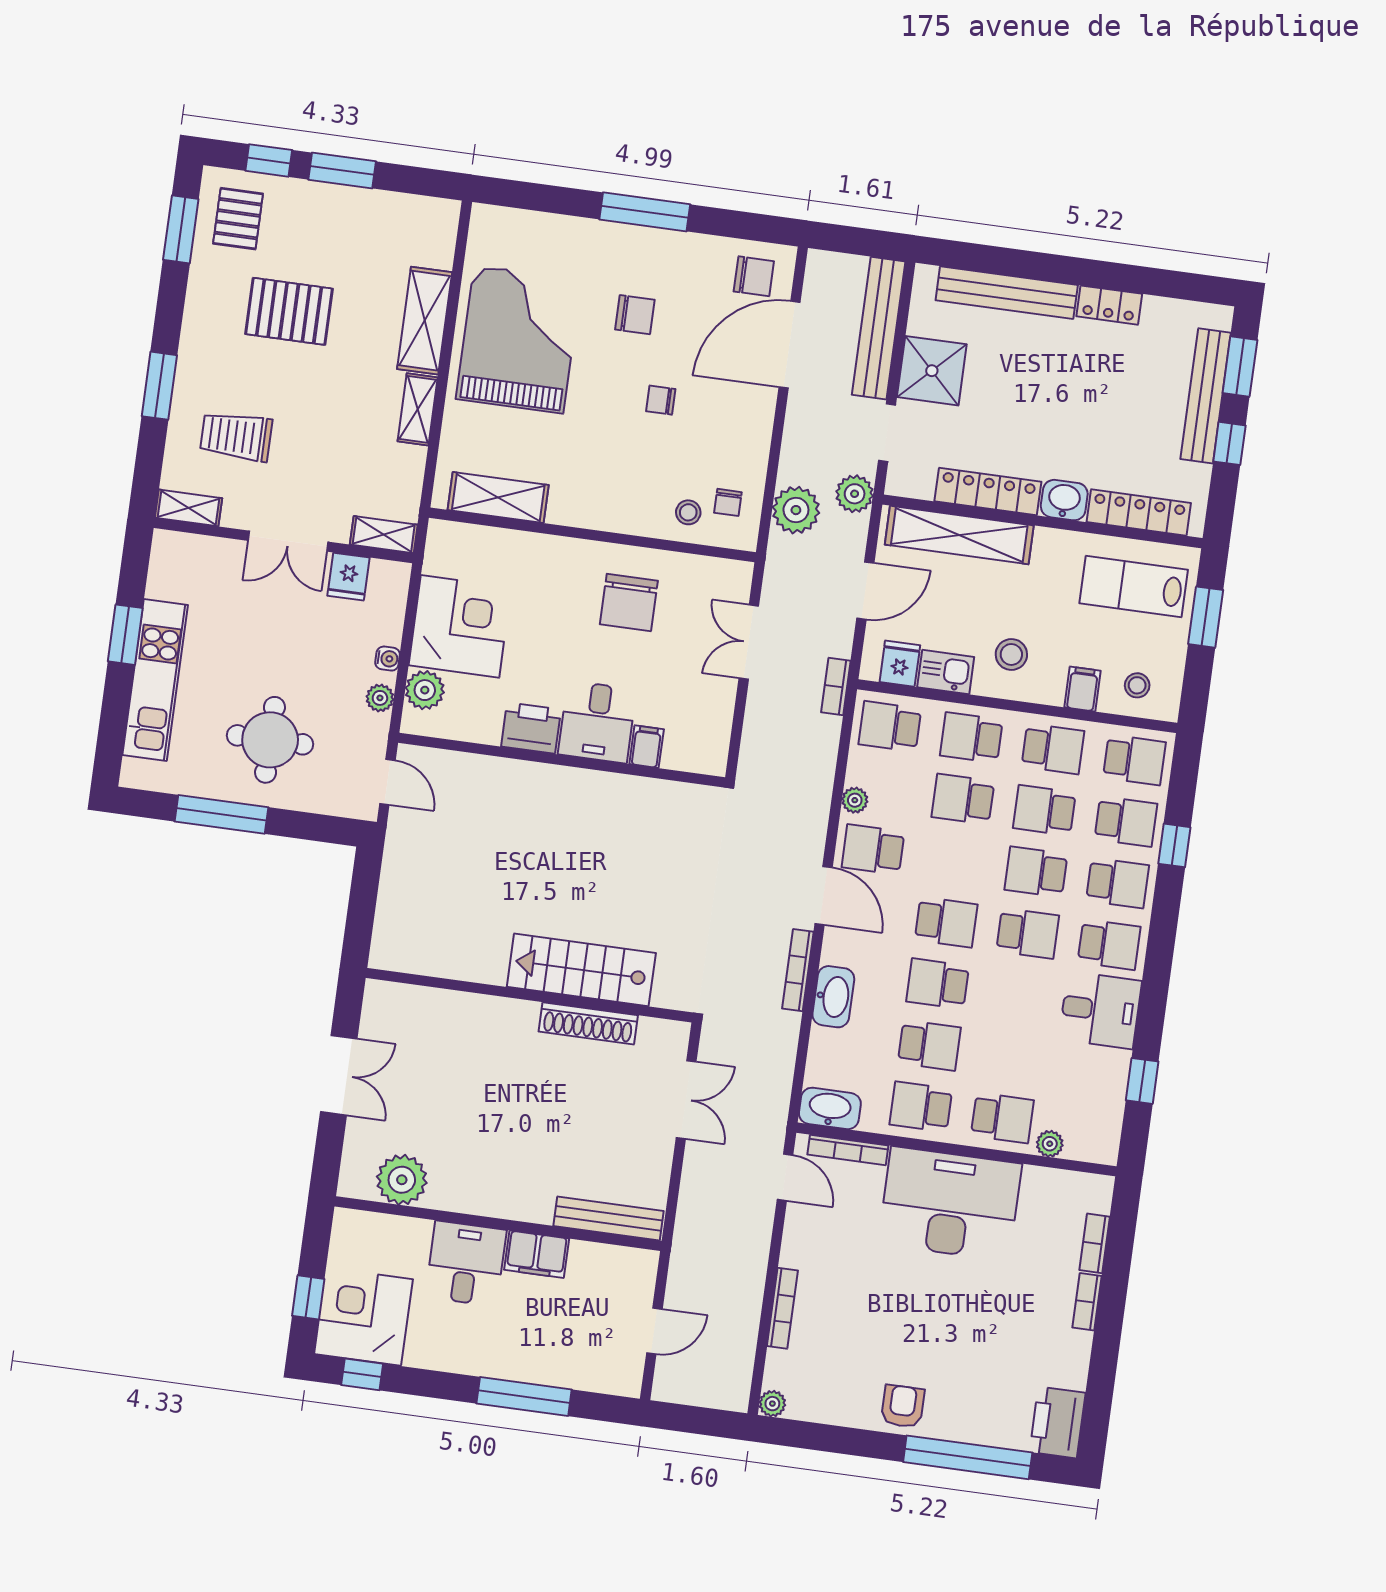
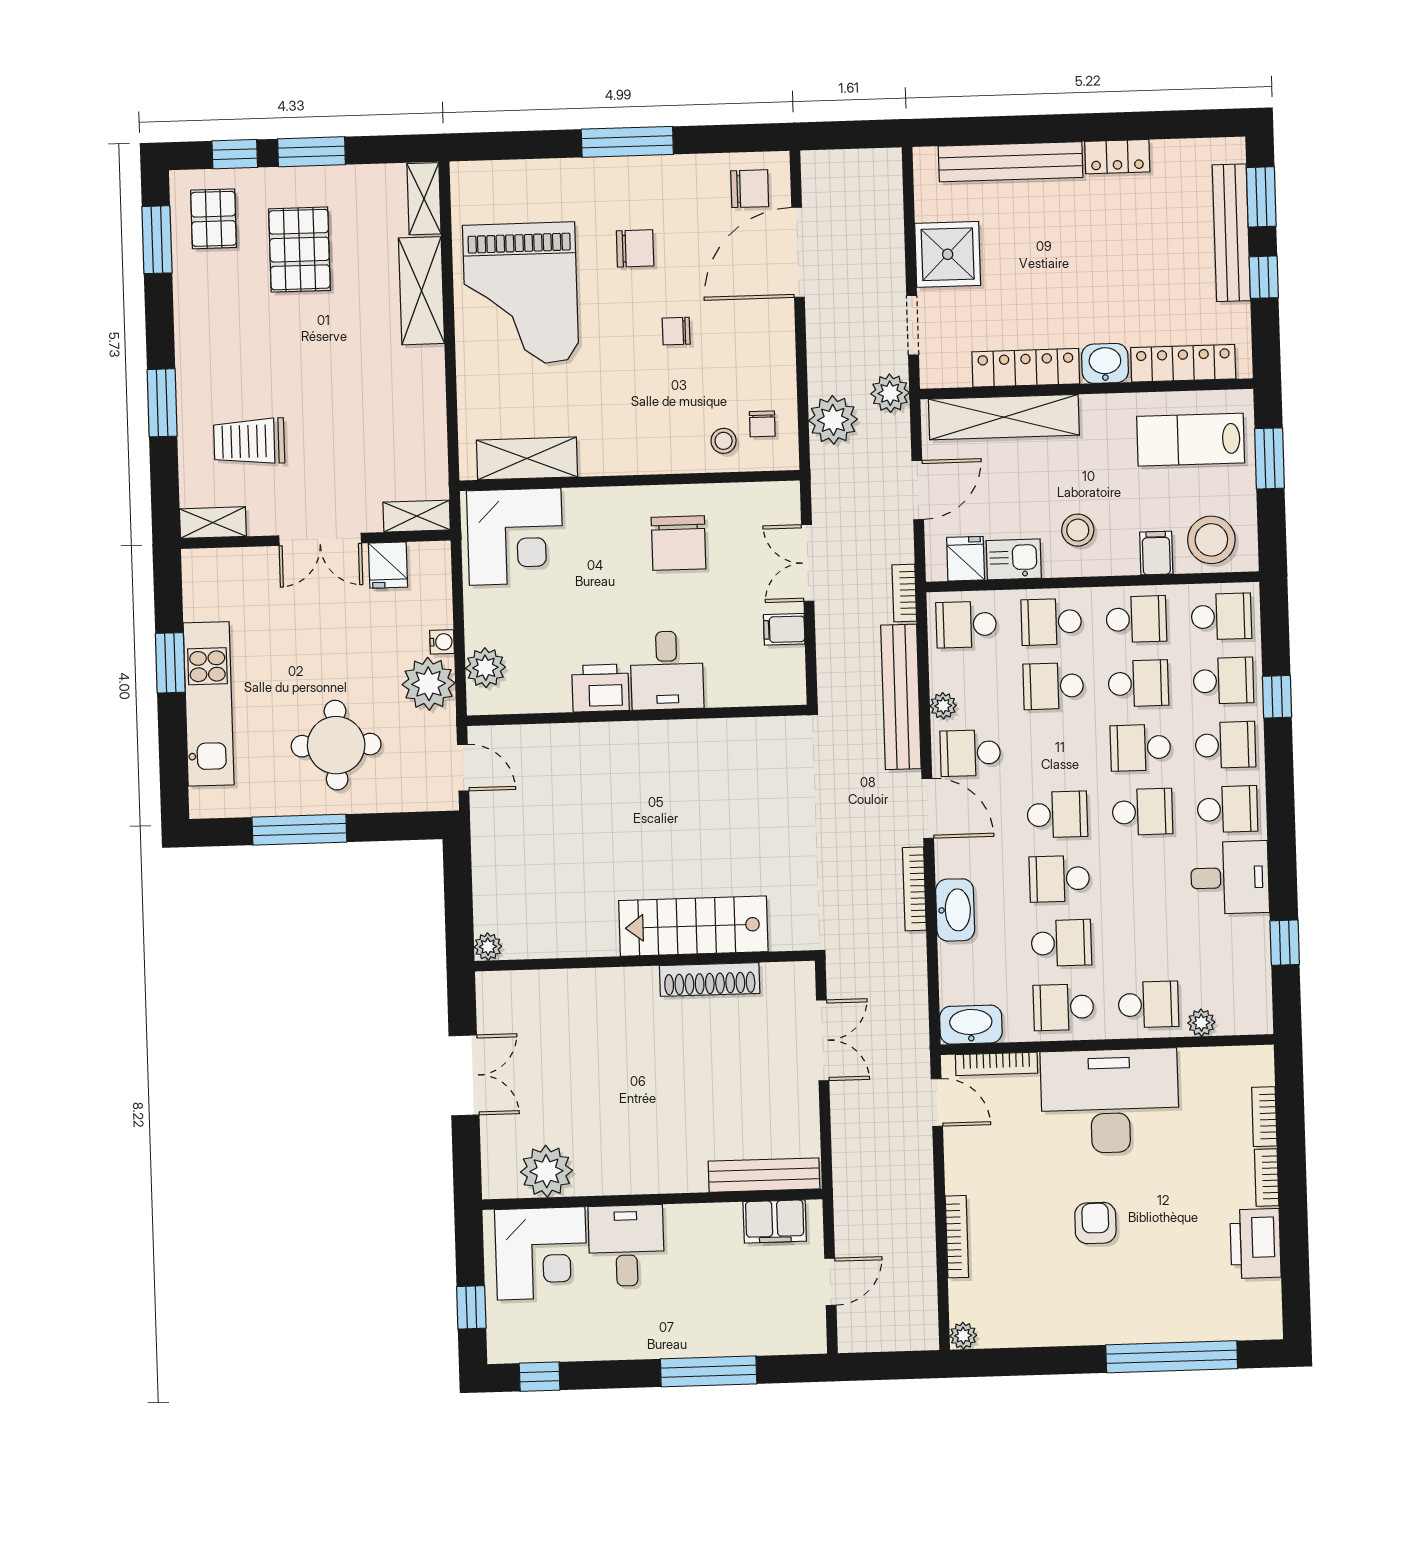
pallet: (289, 311) -> (299, 250), moved, turned 90
bench: (879, 328) -> (901, 697), moved
grand piano: (519, 339) -> (521, 294), turned 180
shelving: (418, 409) -> (424, 199), moved
corner desk: (460, 626) -> (515, 537), moved, turned 90
stool: (1137, 685) -> (1211, 540), width x1.89, depth x1.89
plant: (380, 698) -> (429, 684), width x1.87, depth x1.87
filing cabinet: (647, 747) -> (784, 629), moved, turned -90
school desk: (1044, 810) -> (1138, 683), turned 180
plant: (382, 956) -> (488, 947), added
filing cabinet: (537, 1254) -> (775, 1221), moved
corner desk: (363, 1317) -> (541, 1253), moved, turned 180
armchair: (903, 1406) -> (1095, 1223), moved
printer: (1058, 1422) -> (1255, 1244), moved

